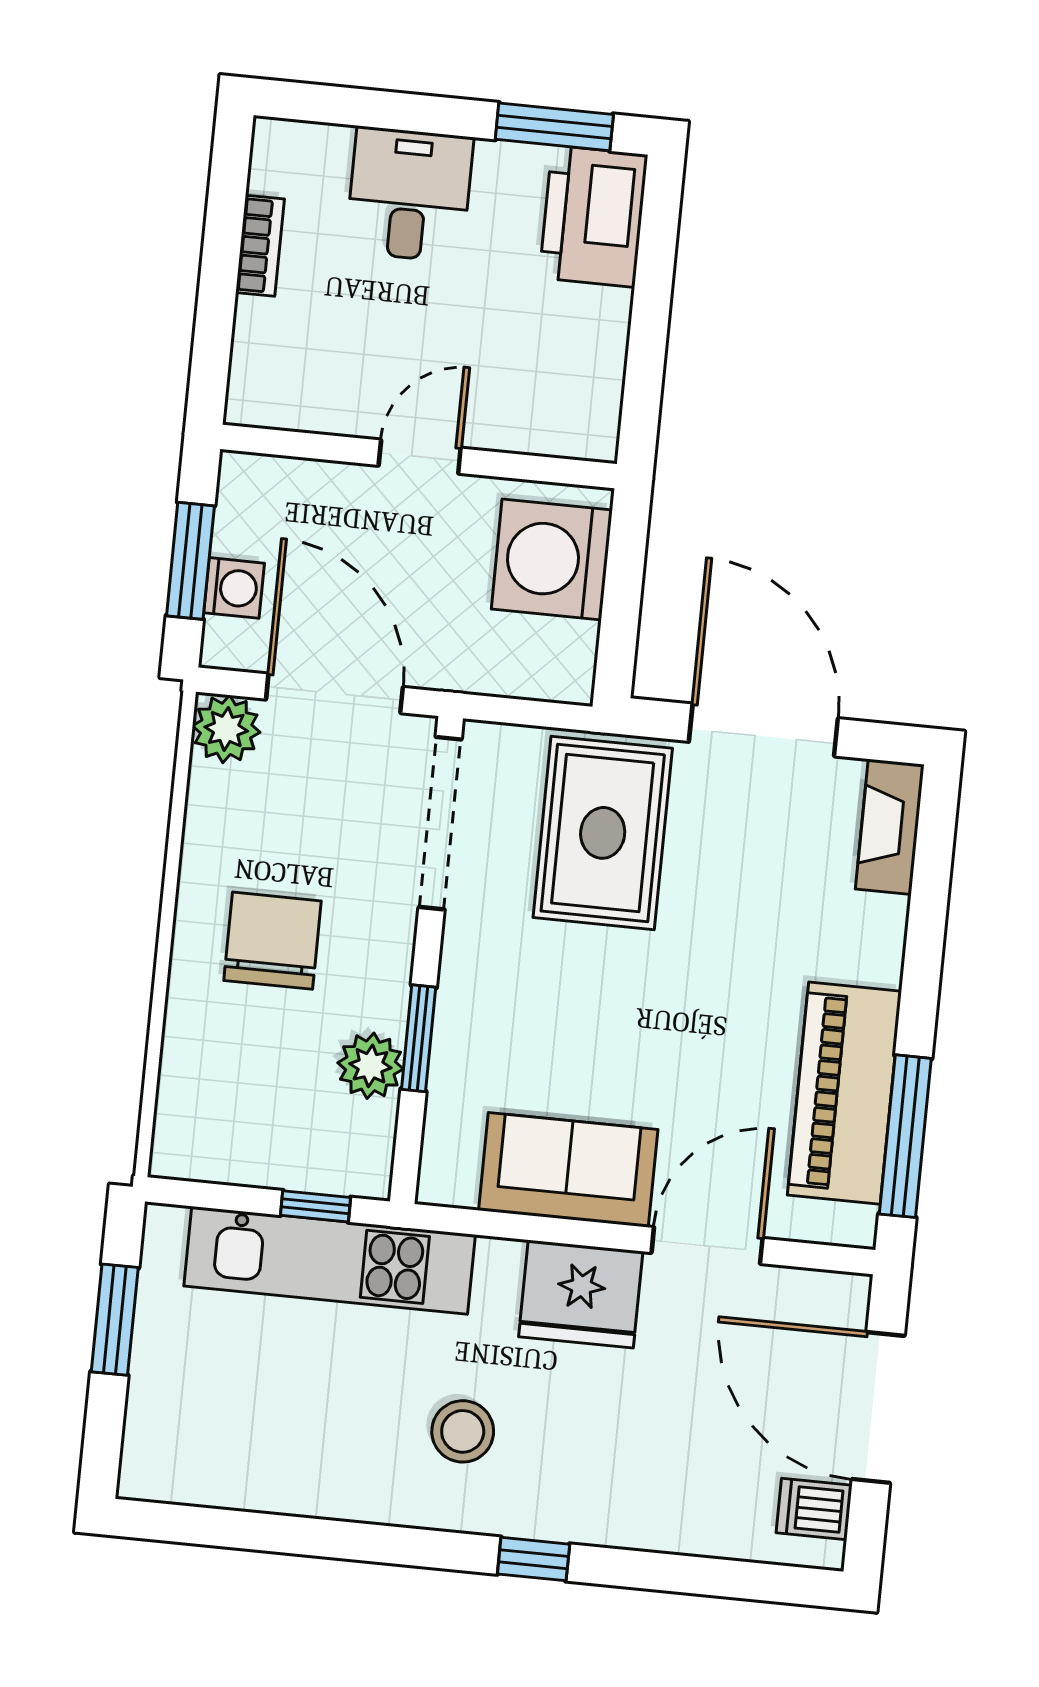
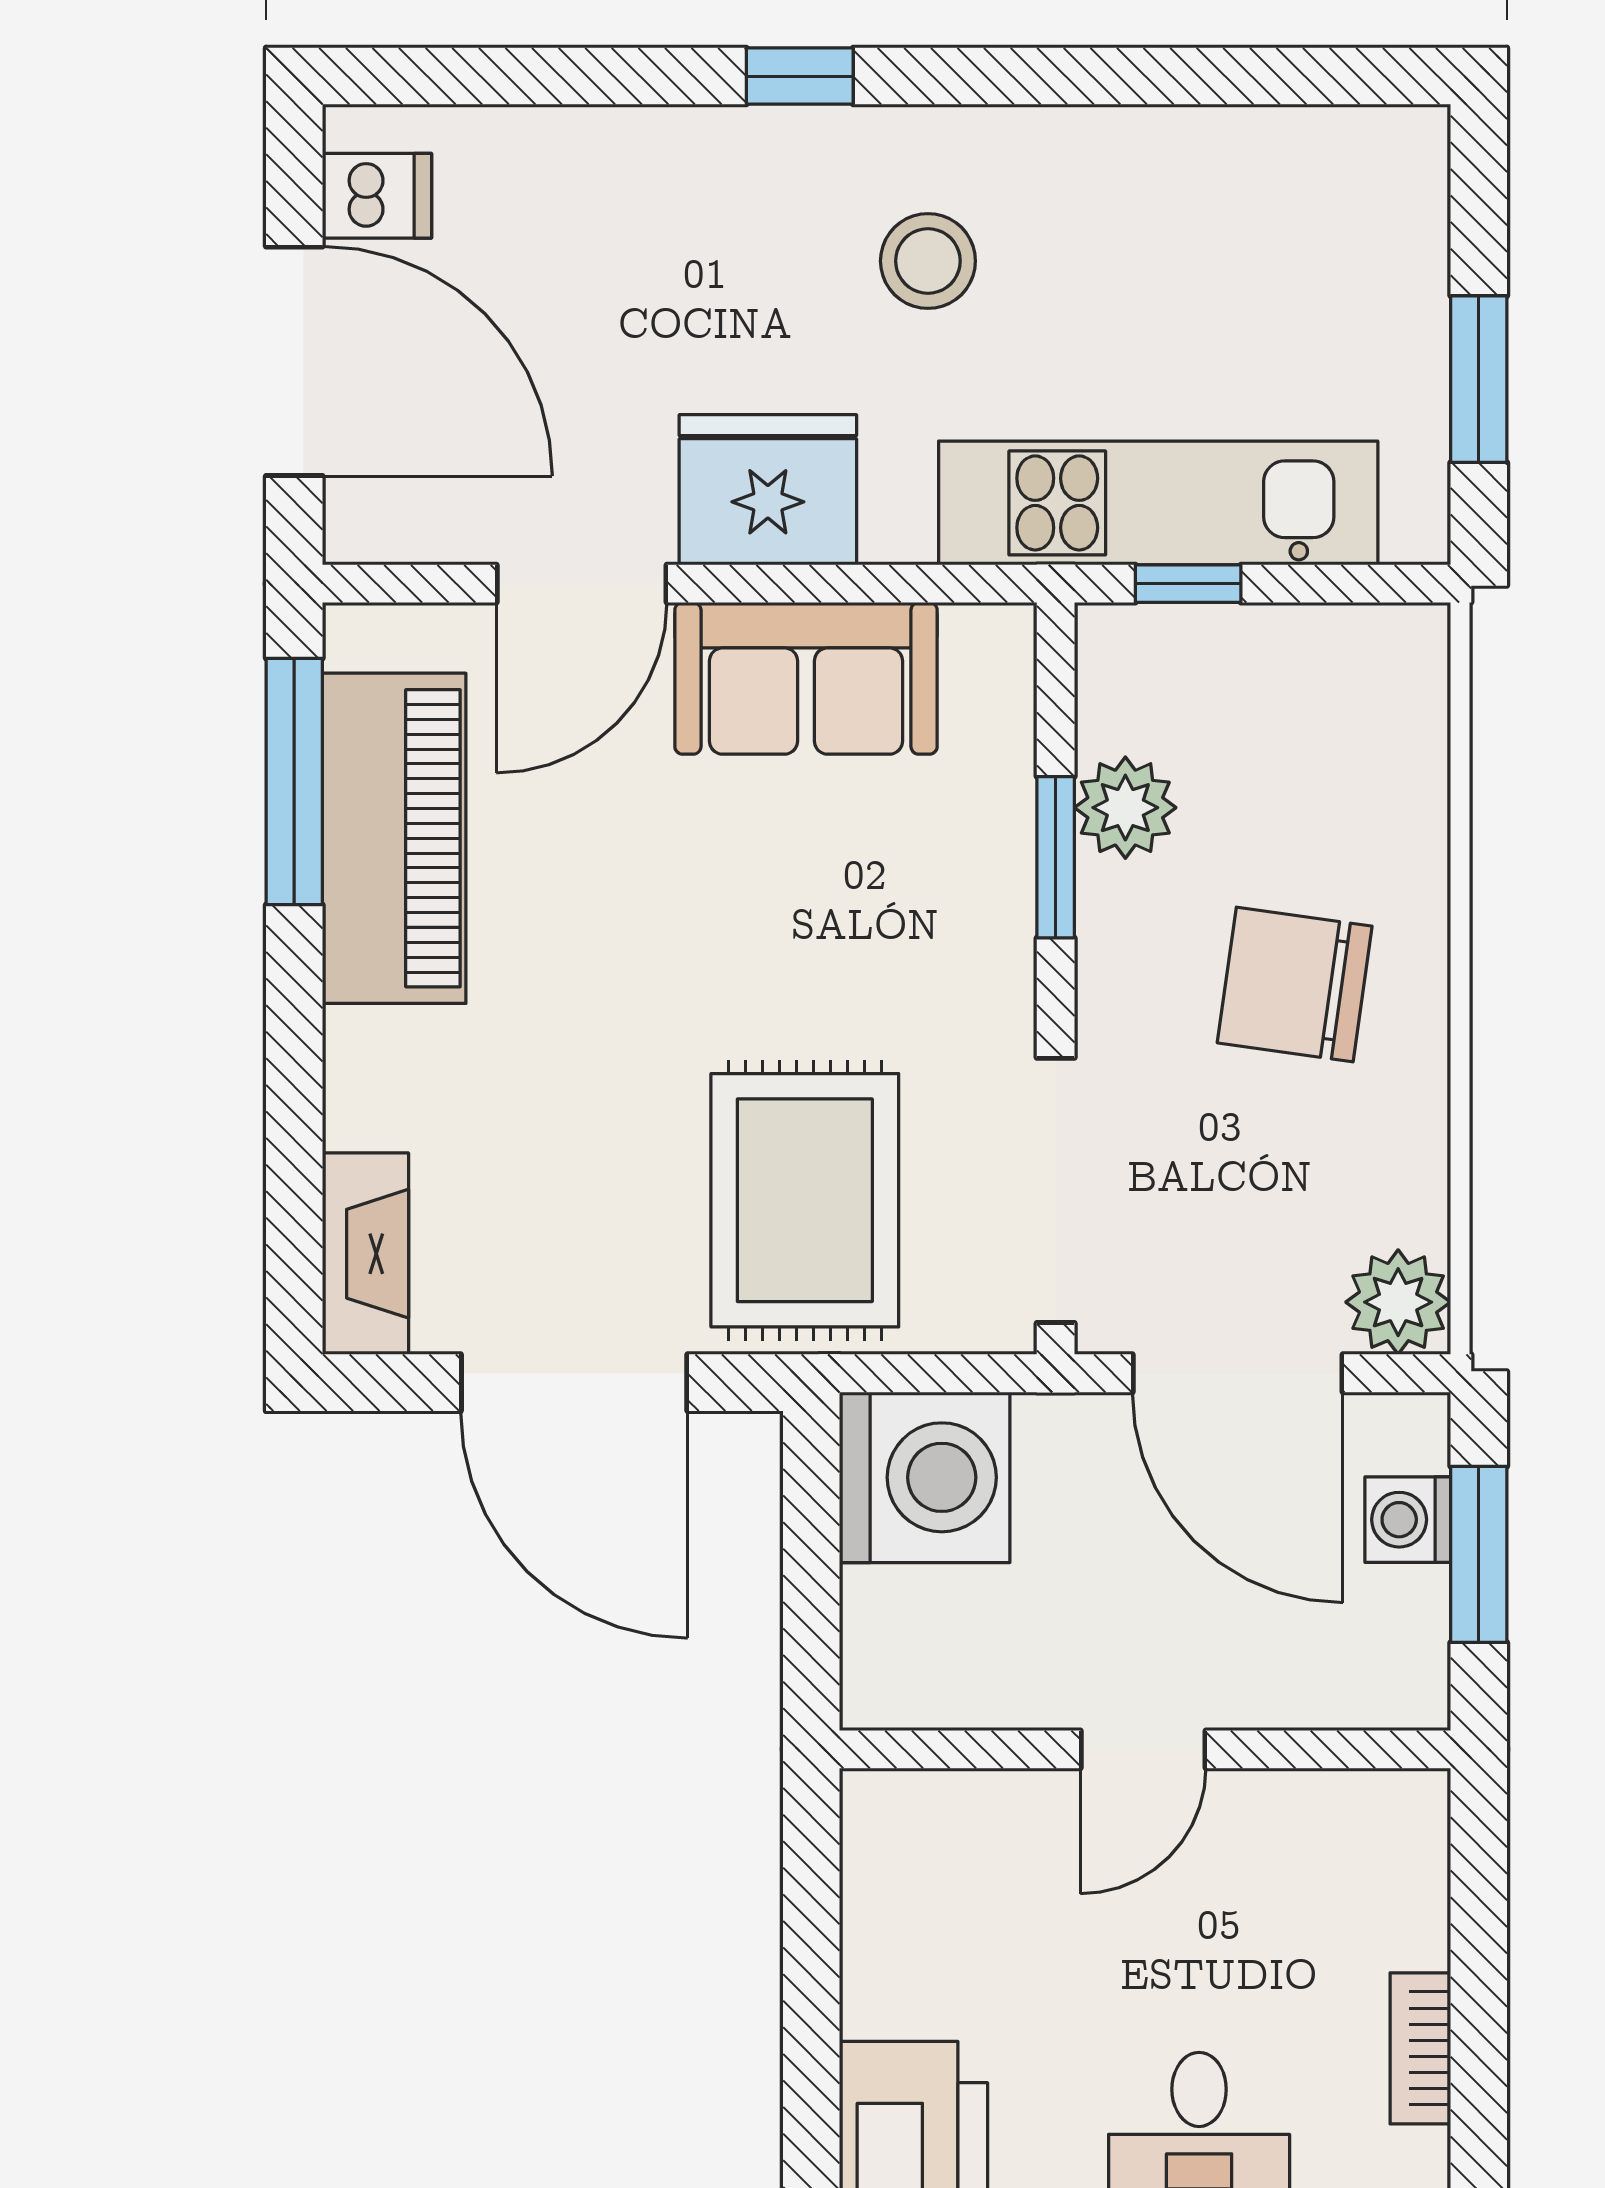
washing machine: (552, 559) -> (925, 1477), moved
chair: (273, 941) -> (1295, 984), turned 98

